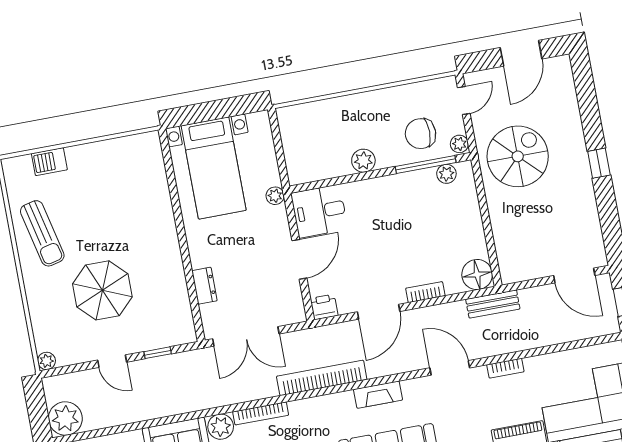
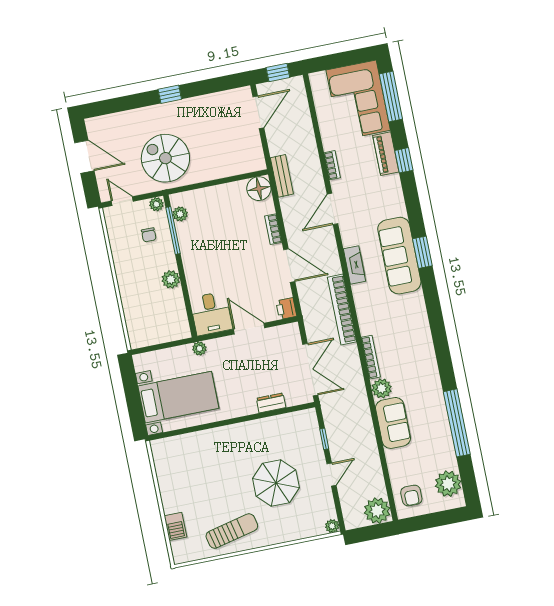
chair: (421, 134) -> (149, 235), width x0.54, depth x0.54

